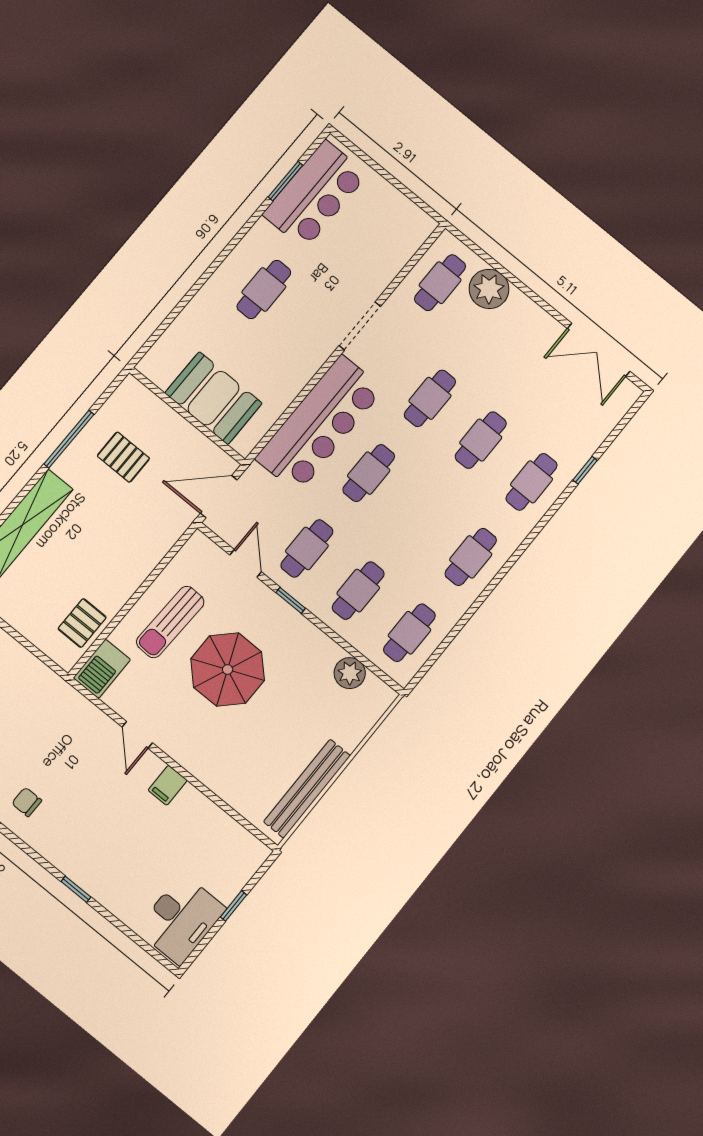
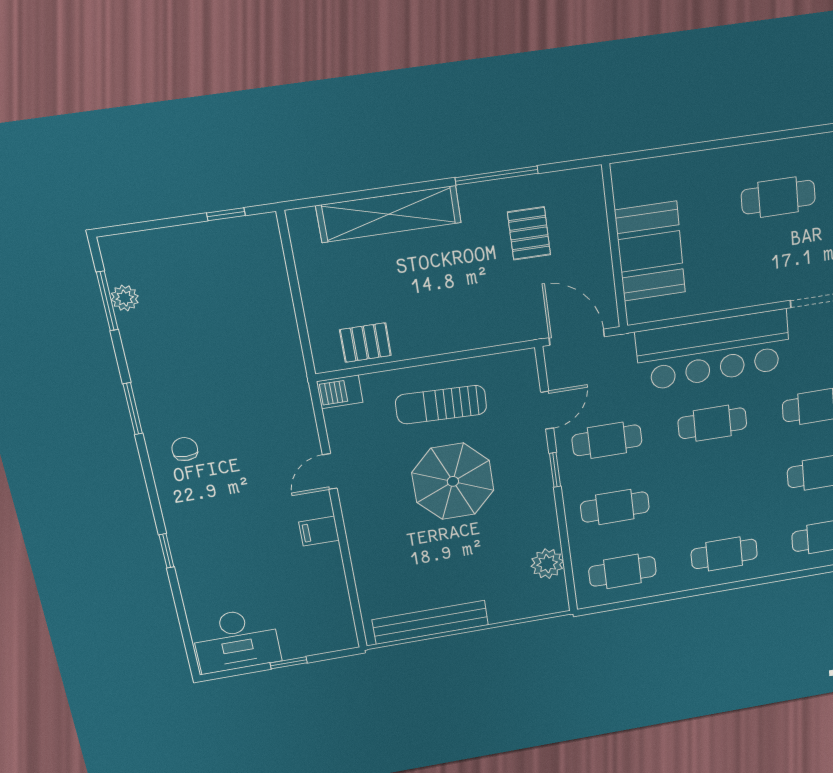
barbecue: (102, 669) -> (340, 392), width x0.73, depth x0.79

